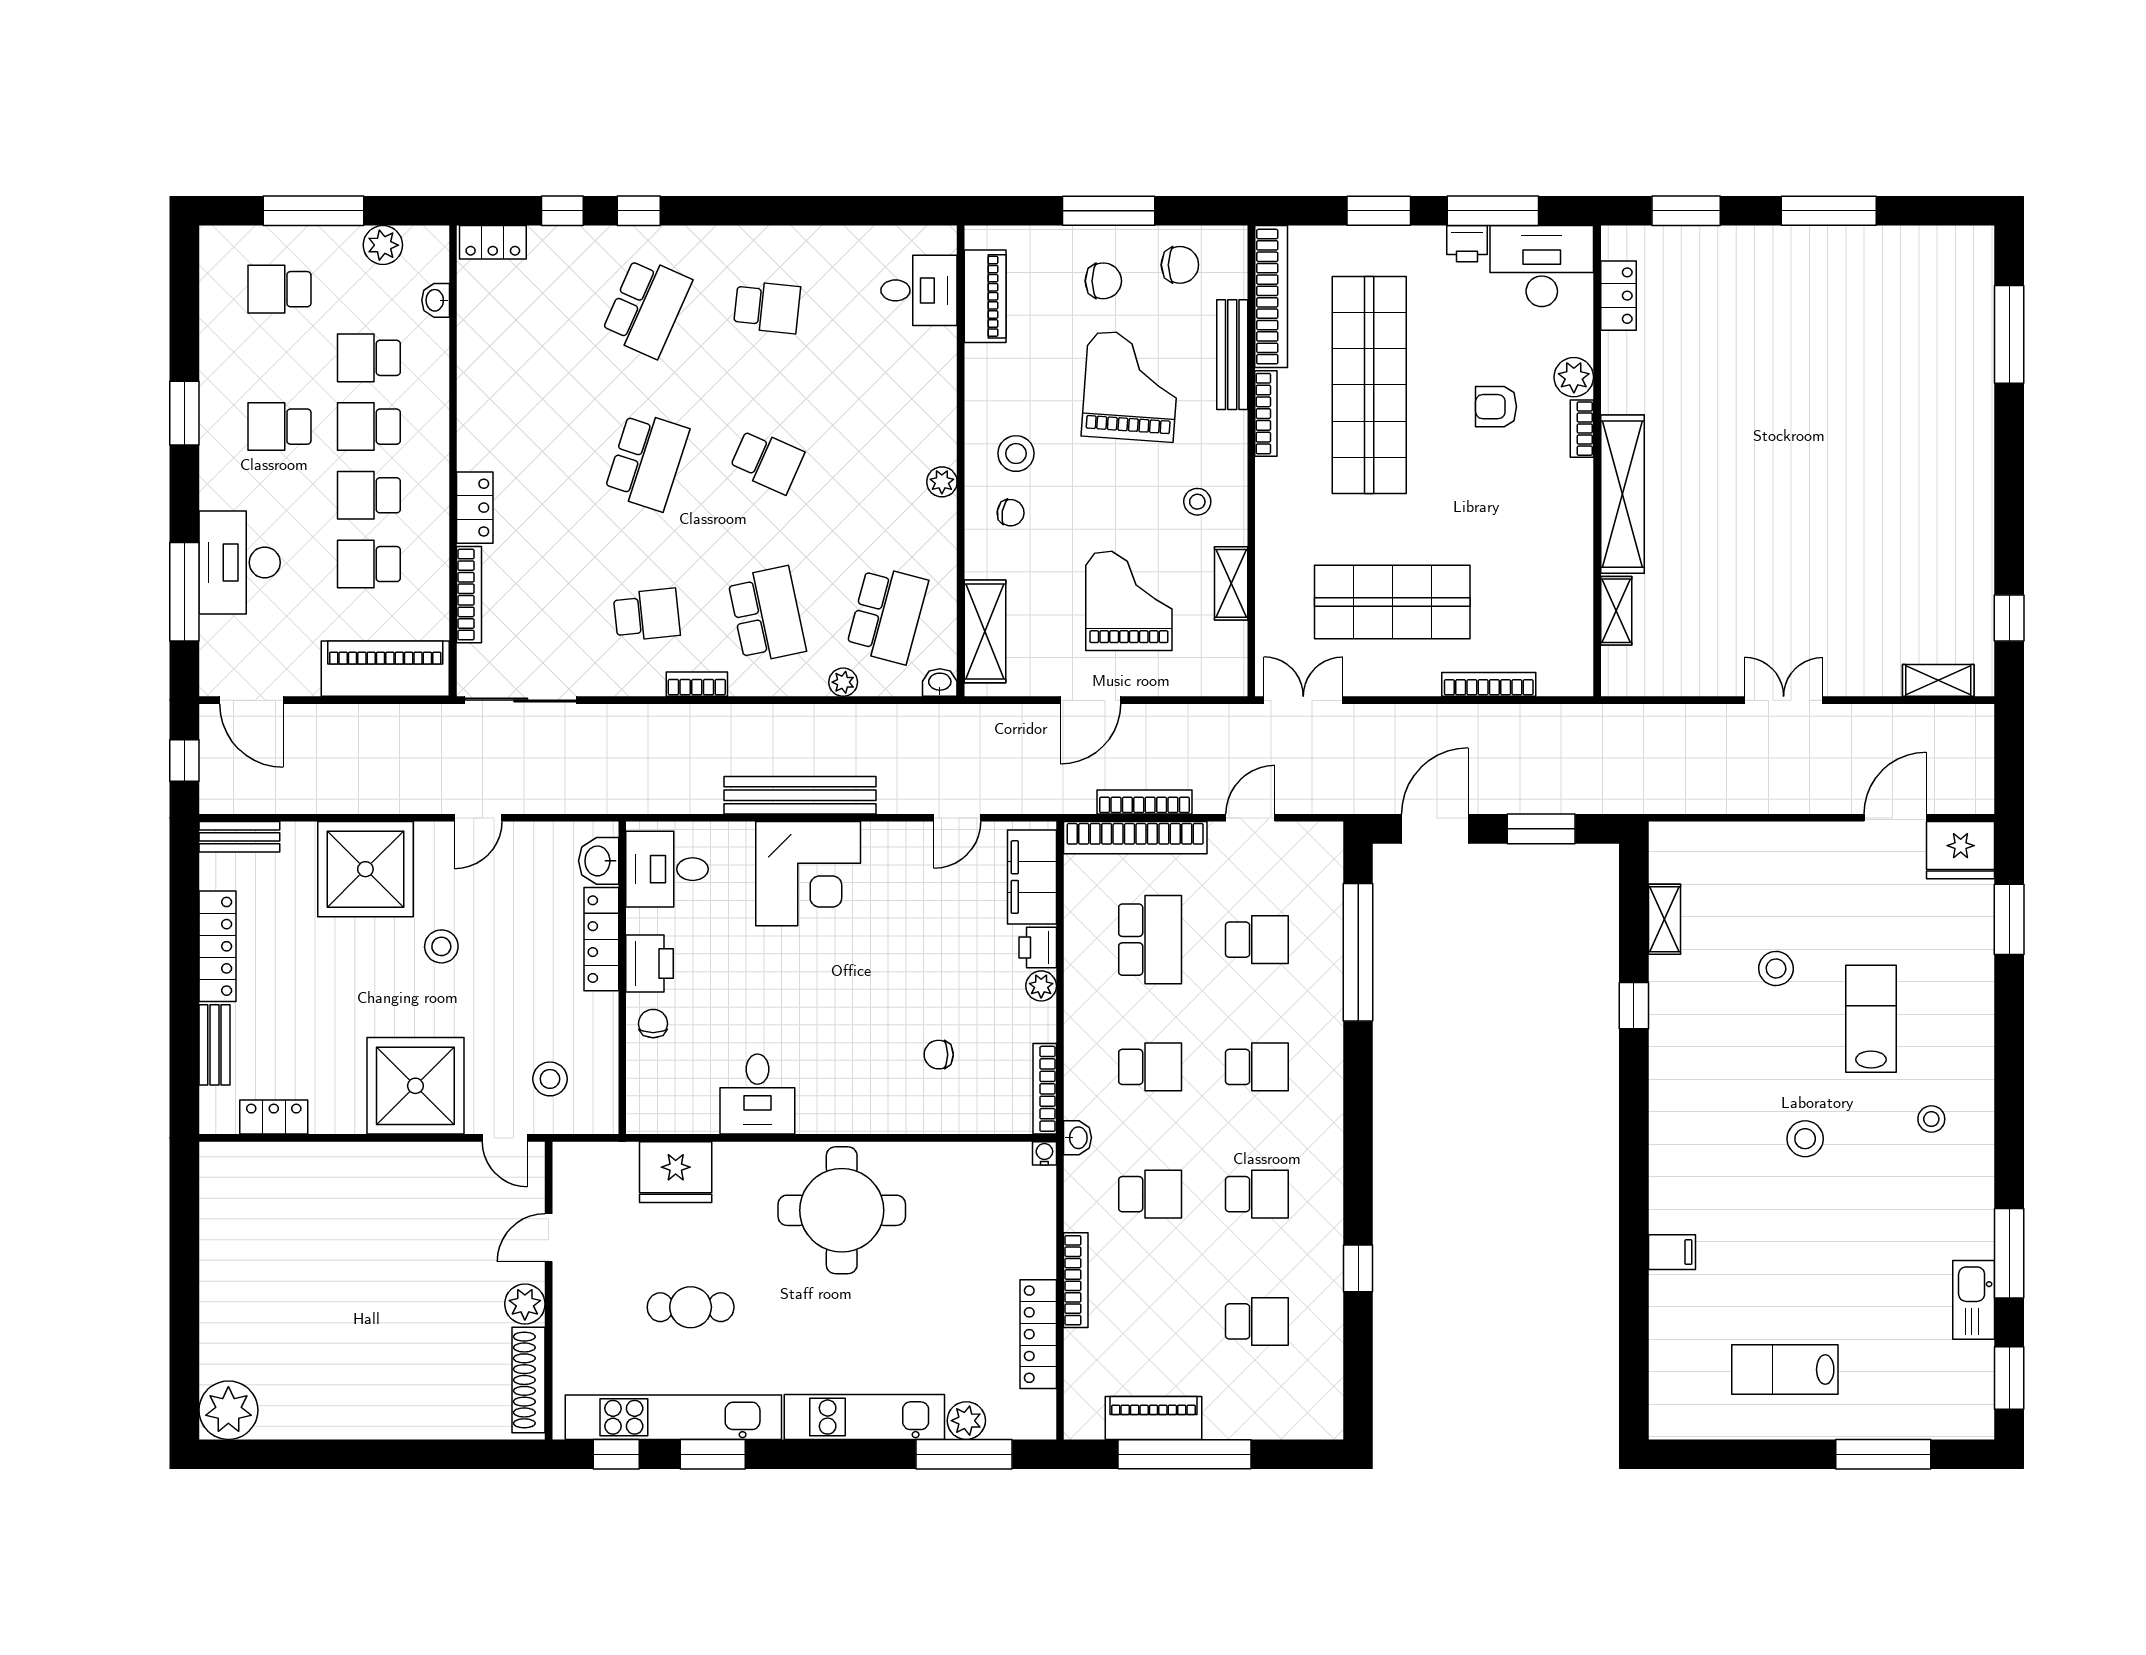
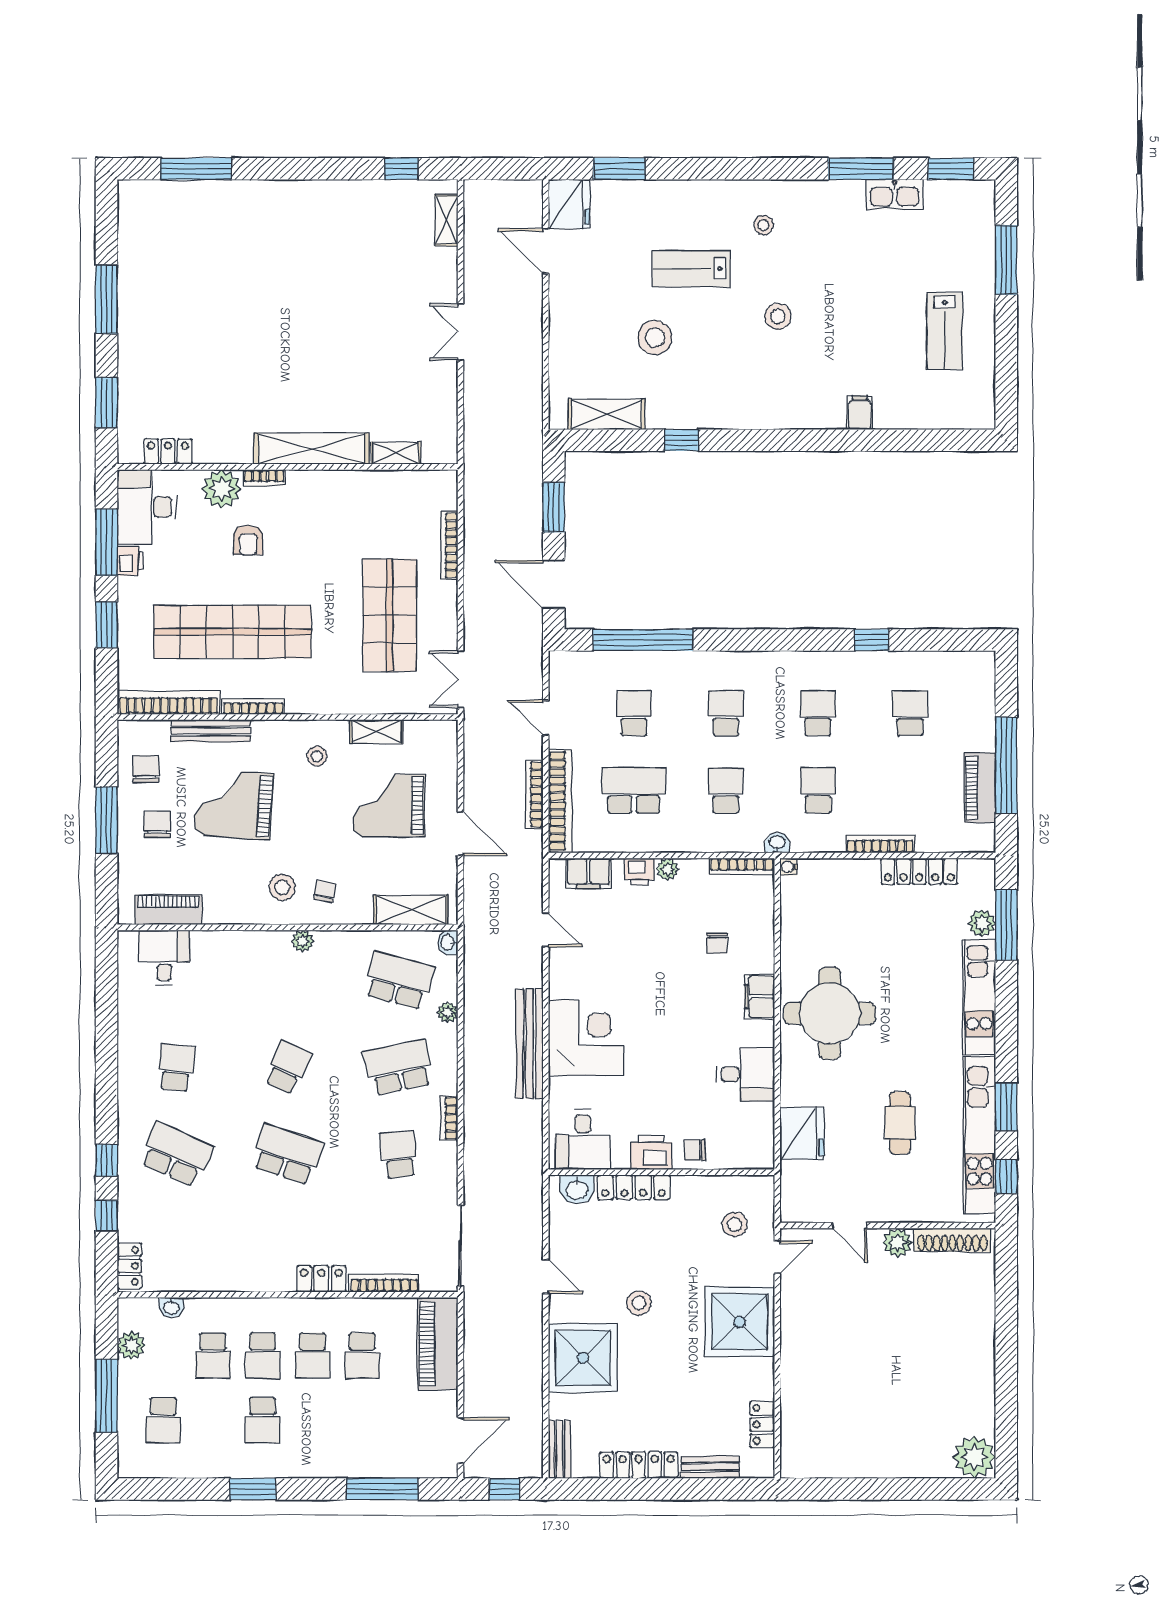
plant: (1574, 377) -> (222, 489), width x1.36, depth x1.36
desk: (240, 562) -> (361, 1449), removed
filing cabinet: (1032, 877) -> (589, 873), width x0.67, depth x0.86
shelving: (1664, 919) -> (606, 414), width x1.50, depth x1.33
stool: (1776, 968) -> (655, 337), width x1.38, depth x1.38
filing cabinet: (865, 1113) -> (760, 997), added

